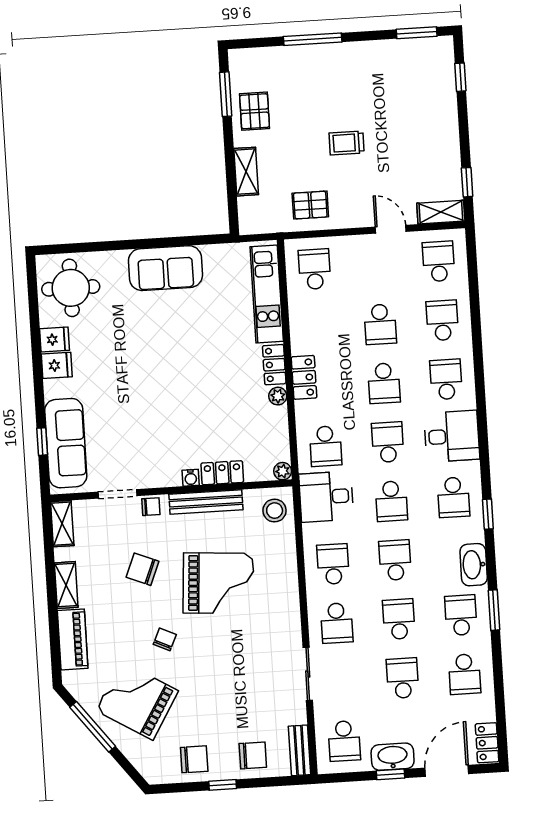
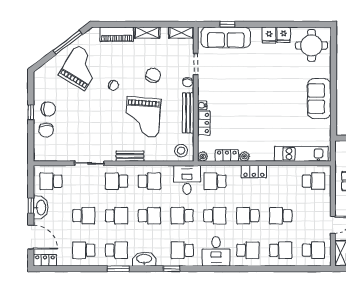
locker: (274, 365) -> (227, 156), moved
bench: (299, 750) -> (130, 156), moved
chair: (194, 759) -> (48, 109), moved, turned -92

